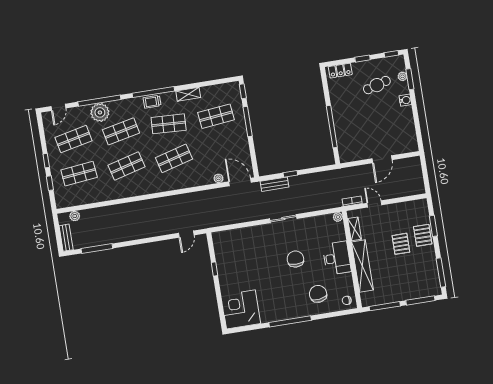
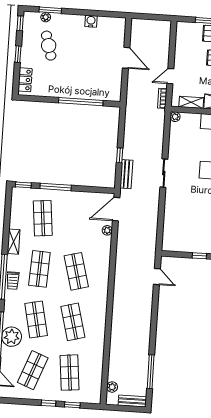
water cooler: (405, 100) -> (91, 21), moved
shop shelf: (74, 139) -> (33, 370), turned 33

